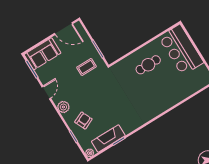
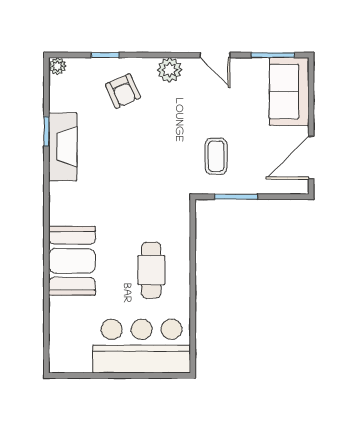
booth: (164, 99) -> (72, 261), added
fireplace: (108, 138) -> (63, 147), moved

